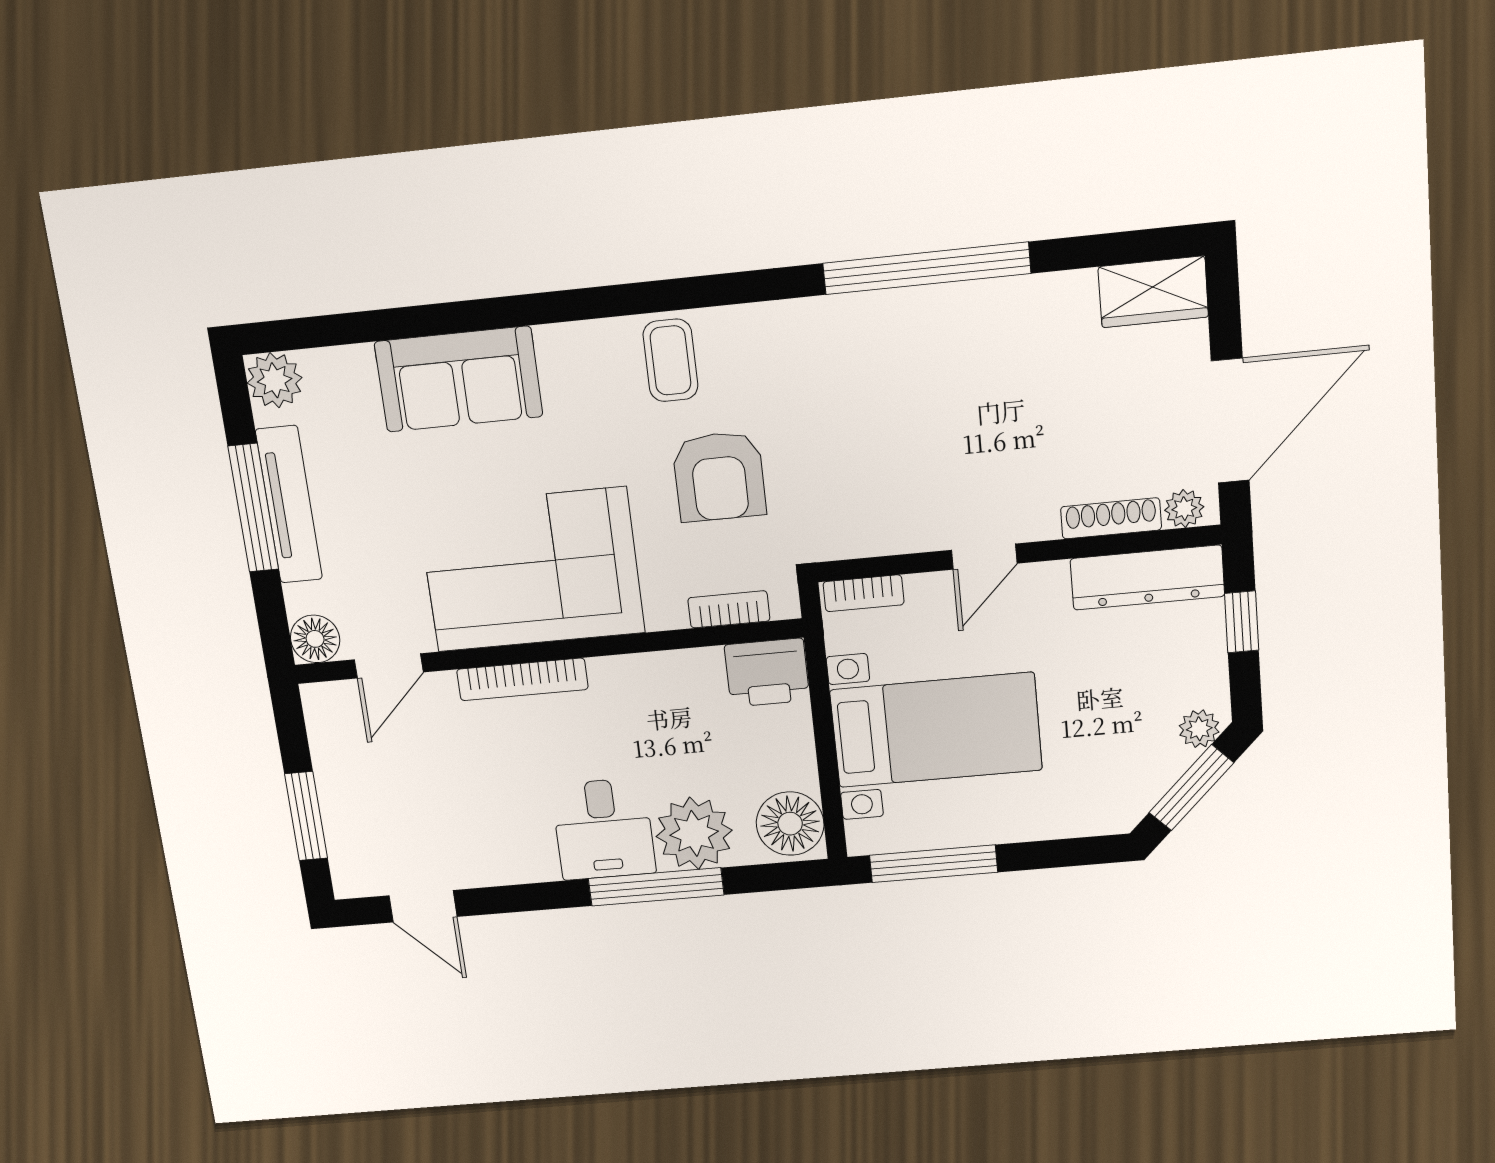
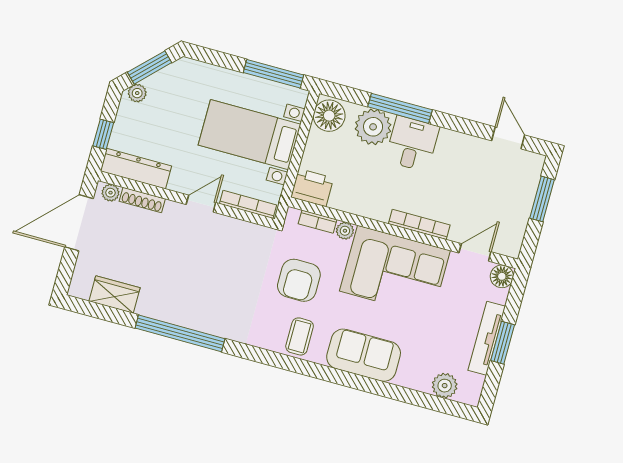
wardrobe: (1153, 292) -> (114, 294), moved
sofa: (459, 379) -> (364, 355), moved
plant: (275, 380) -> (445, 386), moved
armchair: (719, 476) -> (299, 280), turned 180
window: (253, 508) -> (503, 343), width x0.69
bookcase: (864, 593) -> (248, 204), width x1.56
plant: (666, 612) -> (345, 231), added

